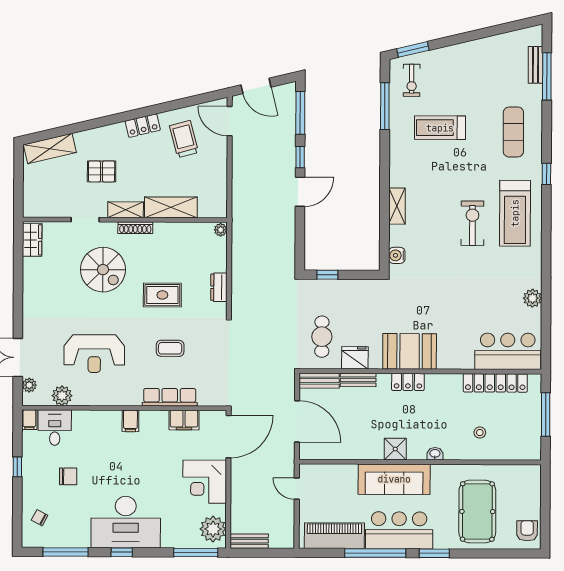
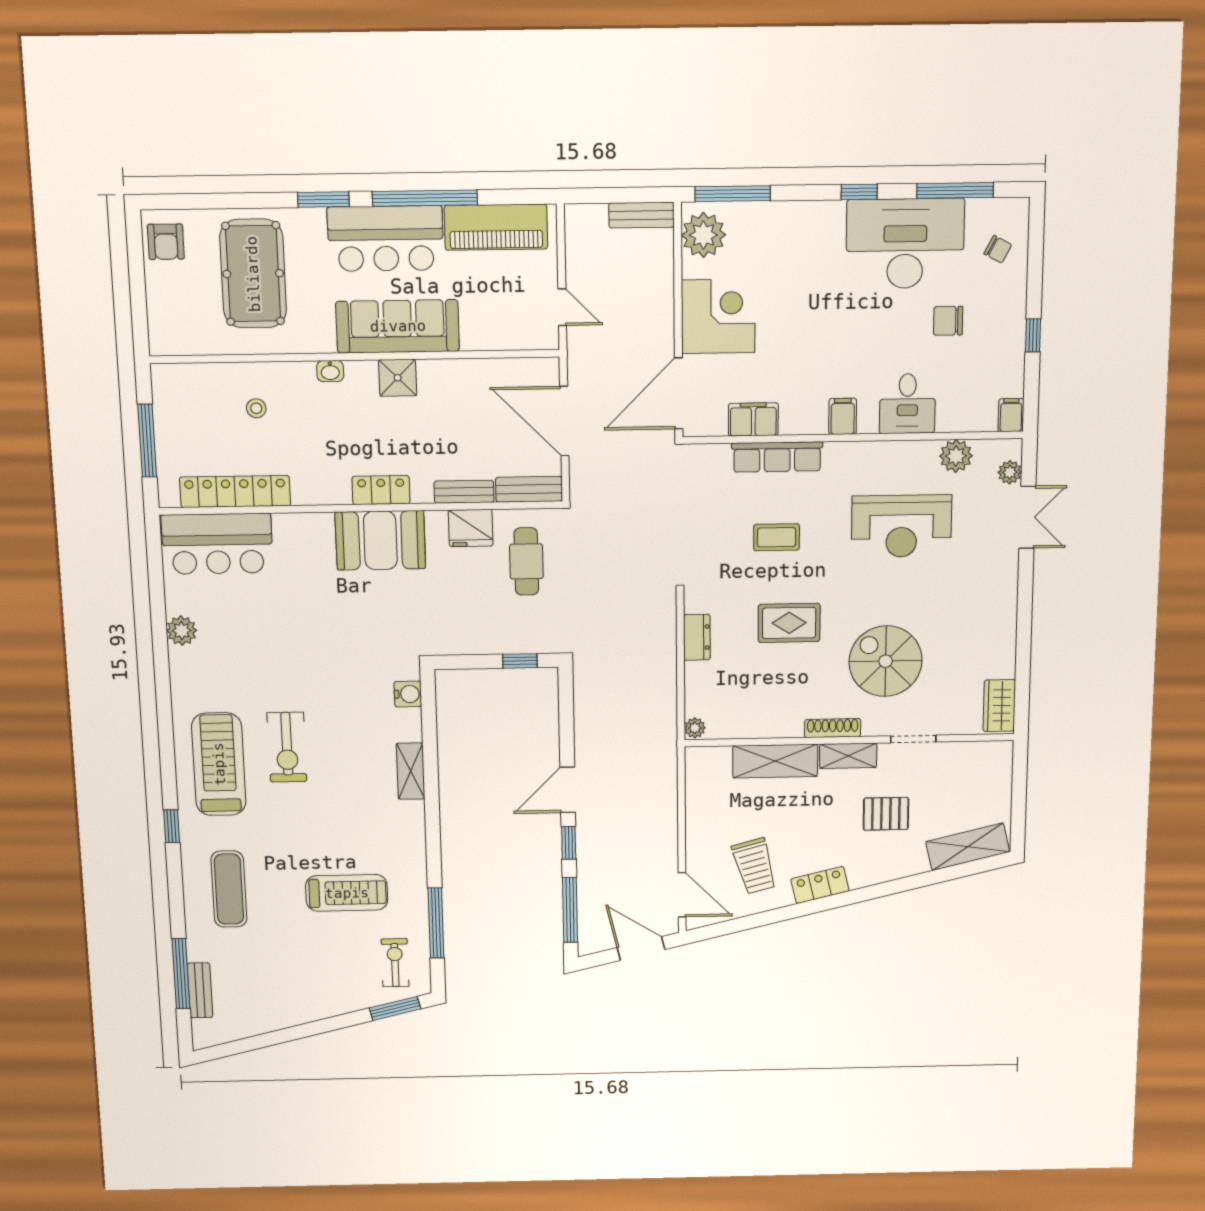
reception desk: (94, 354) -> (901, 526), turned 180
desk: (55, 428) -> (907, 404), moved
desk: (126, 522) -> (905, 244), moved

